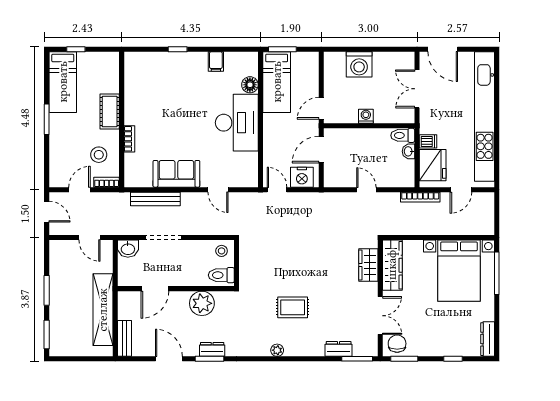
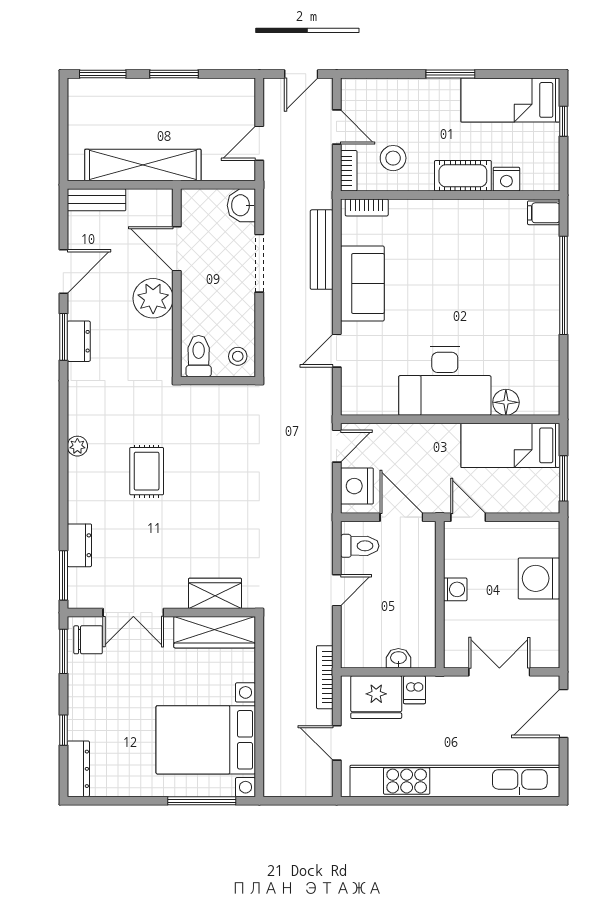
window: (178, 49) -> (563, 285), width x3.17
window: (282, 49) -> (563, 478), moved
filing cabinet: (216, 61) -> (544, 213), moved
nightstand: (112, 84) -> (506, 179), added
toilet: (403, 135) -> (360, 546), moved, turned 90
bookcase: (129, 139) -> (367, 207), moved
plant: (202, 303) -> (153, 298), moved
dresser: (488, 339) -> (78, 769), moved, turned 90

